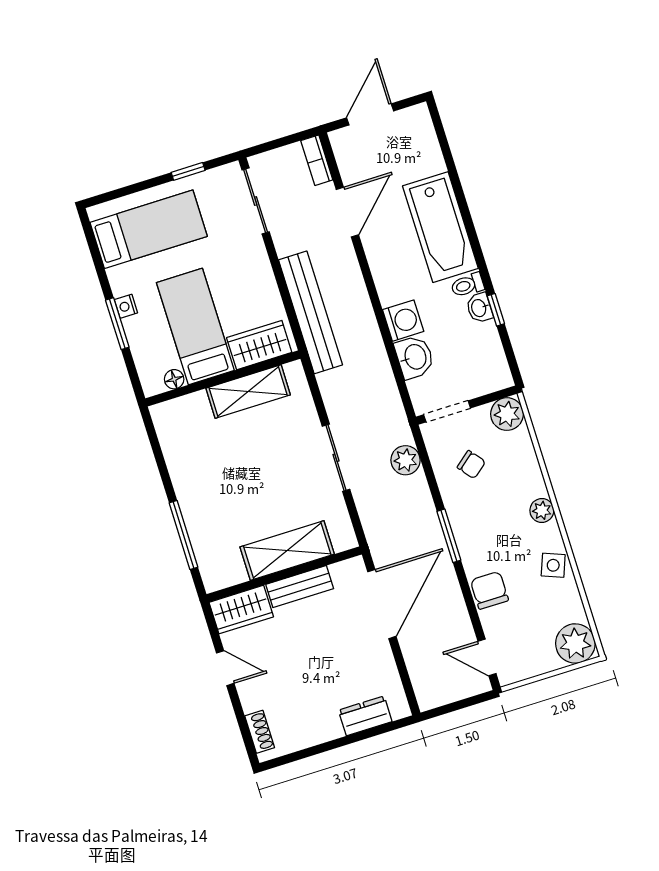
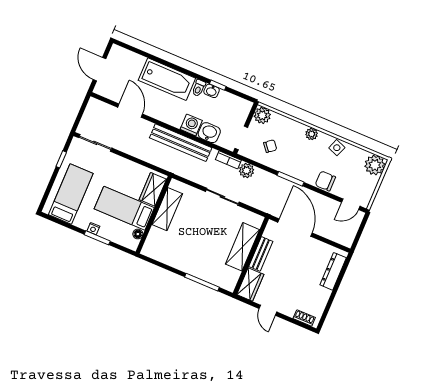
bookcase: (317, 160) -> (228, 160), moved
bench: (310, 312) -> (181, 143), moved
door: (225, 668) -> (268, 310), swing flipped
dresser: (365, 716) -> (333, 271), width x1.44

